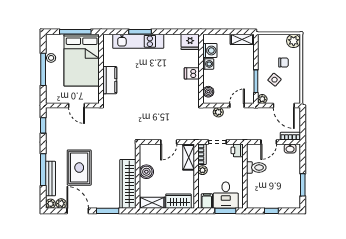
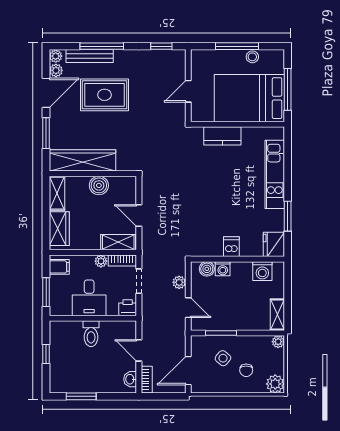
window: (140, 32) -> (288, 216), moved
washing machine: (208, 64) -> (223, 269), moved
plant: (262, 99) -> (278, 342), moved
toilet: (256, 168) -> (91, 334), moved
desk: (226, 195) -> (89, 298), moved, turned -90

